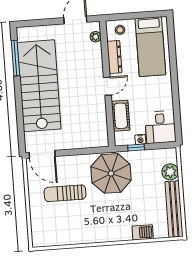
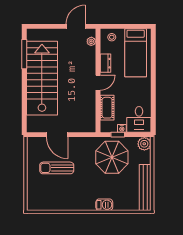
dresser: (114, 57) -> (105, 63), width x0.70
door: (42, 154) -> (57, 135), moved
plant: (170, 172) -> (144, 144), moved
parasol: (111, 173) -> (112, 157), moved
barbecue: (143, 232) -> (104, 205), moved

